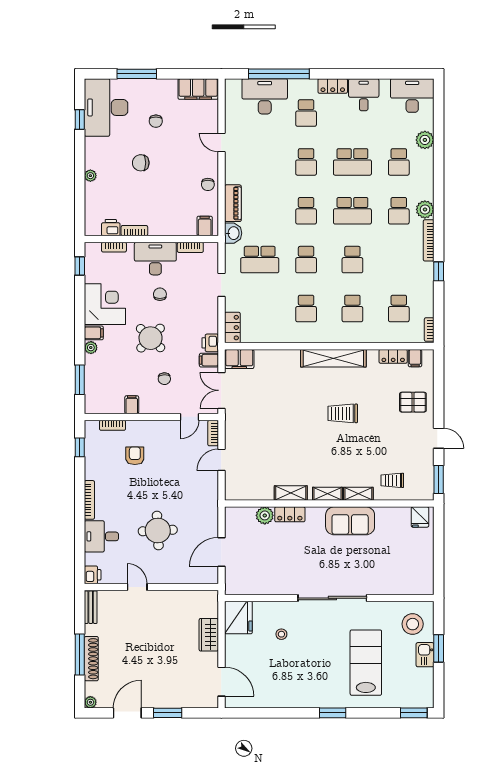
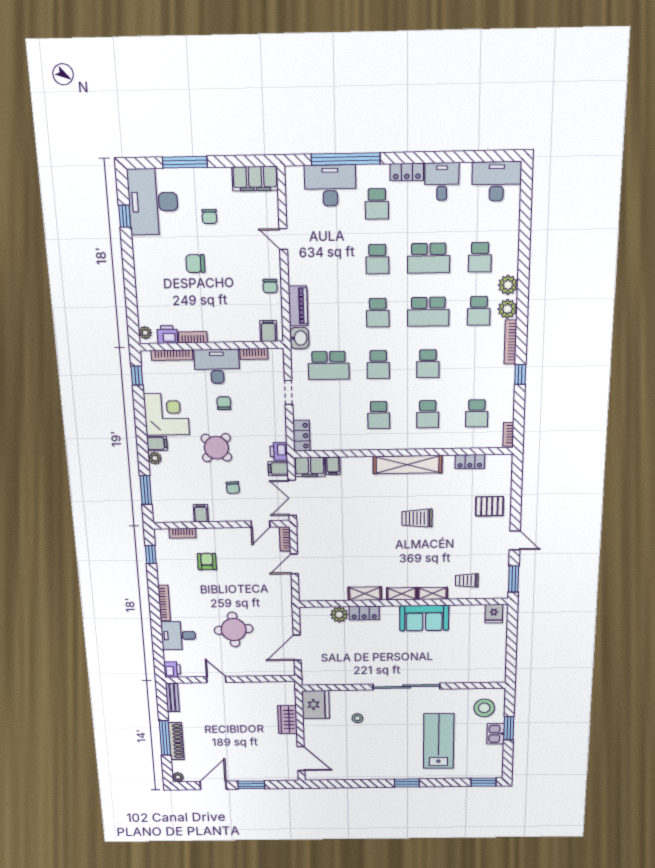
plant: (425, 140) -> (508, 285), moved
plant: (90, 176) -> (145, 333), moved
bookcase: (114, 247) -> (172, 355), width x1.56
filing cabinet: (415, 358) -> (333, 466), moved

